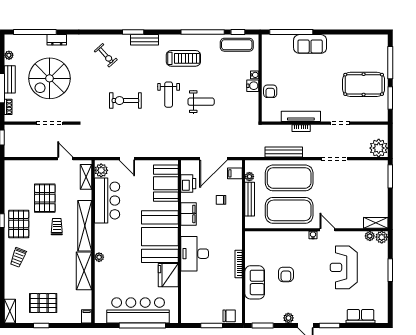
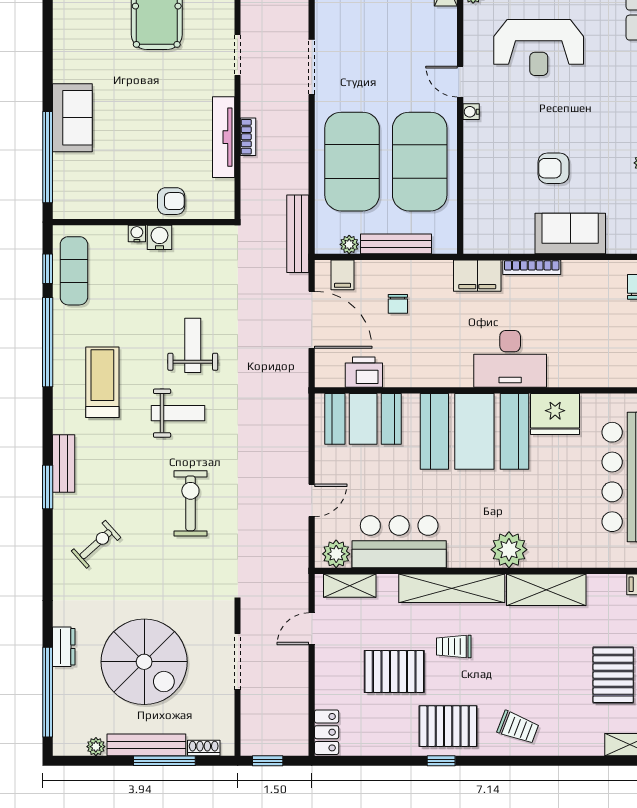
bench: (10, 79) -> (146, 745), width x1.36
exercise bike: (125, 101) -> (190, 503), turned 180
bench: (284, 152) -> (298, 234), moved
locker: (16, 166) -> (327, 732), added
filing cabinet: (189, 214) -> (477, 276), moved, turned 180
door: (327, 230) -> (460, 82), hinge flipped
plant: (99, 257) -> (509, 550), width x1.87, depth x1.87
armchair: (286, 274) -> (553, 168), turned 180

